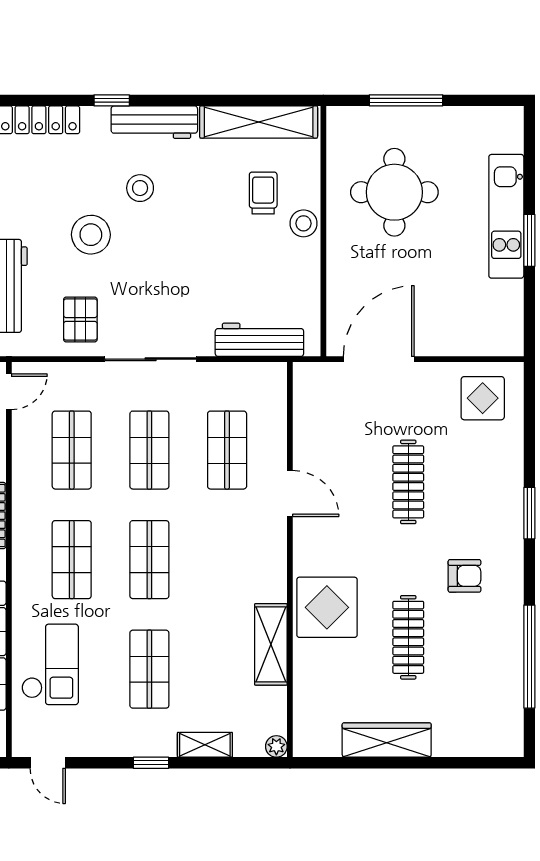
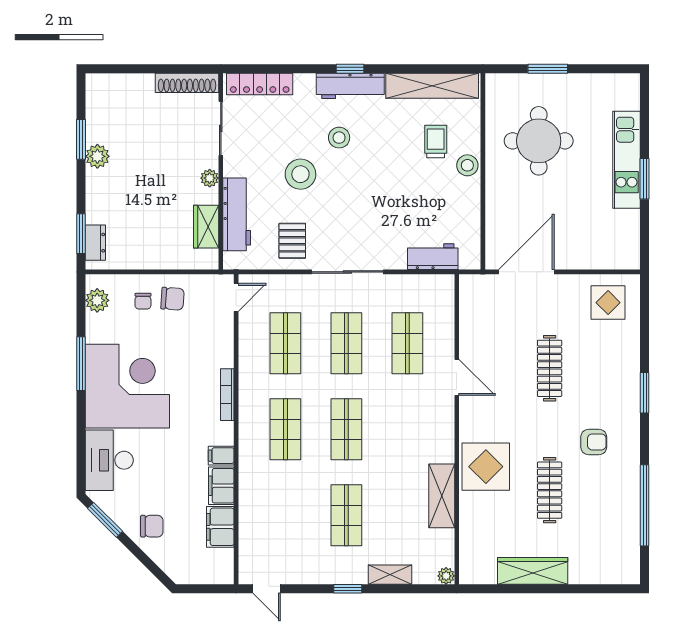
window: (112, 100) -> (350, 69), moved
window: (406, 100) -> (548, 69), width x0.69
workbench: (259, 340) -> (433, 257), width x0.73
checkout: (50, 664) -> (268, 511), removed

